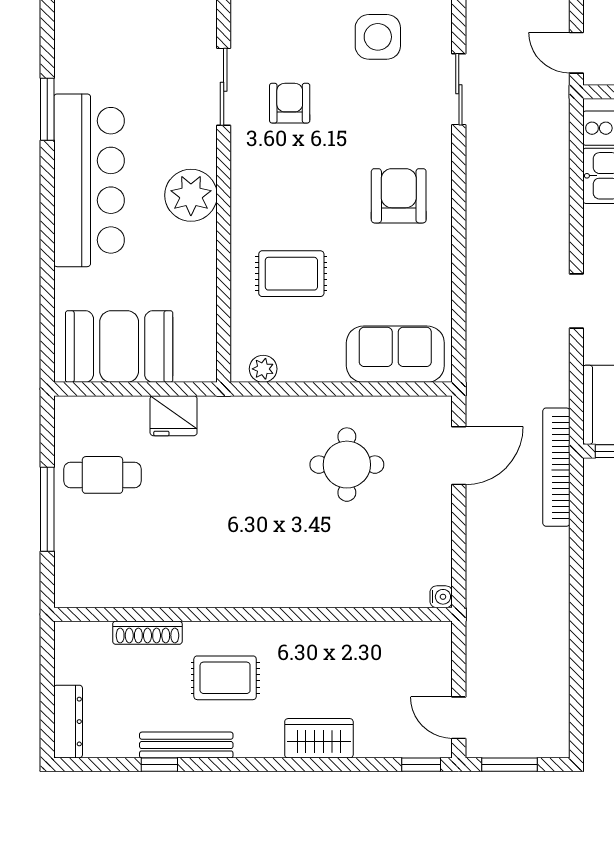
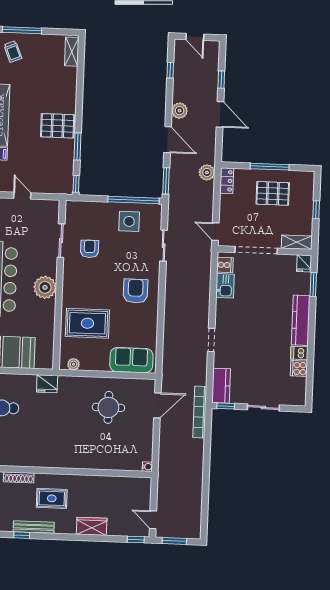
rug: (291, 274) -> (87, 323), width x1.36, depth x1.43
fridge: (174, 416) -> (47, 384), moved

